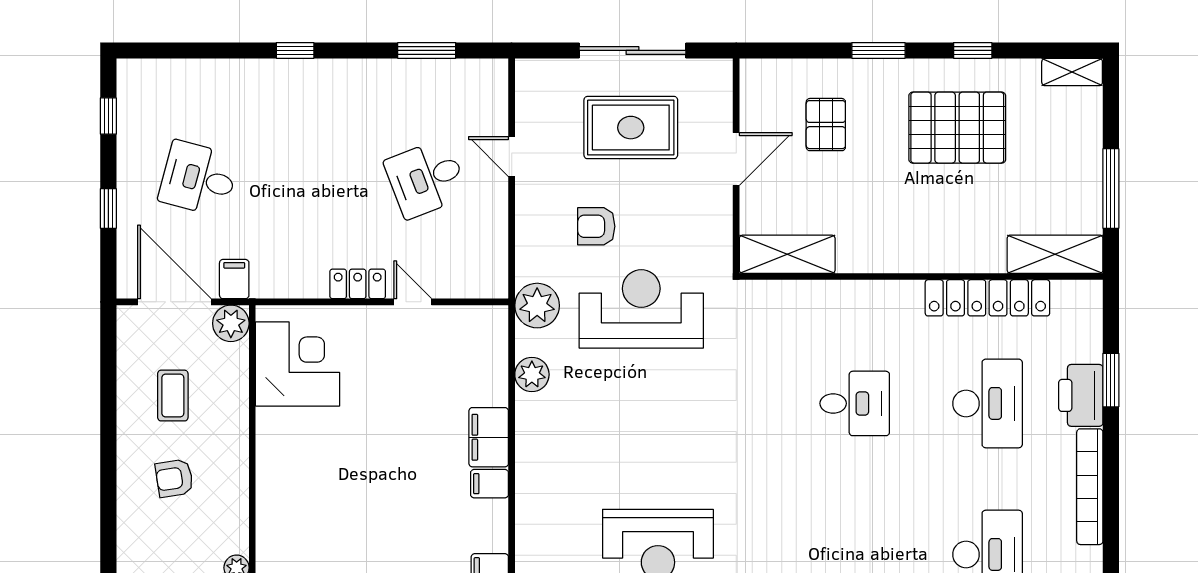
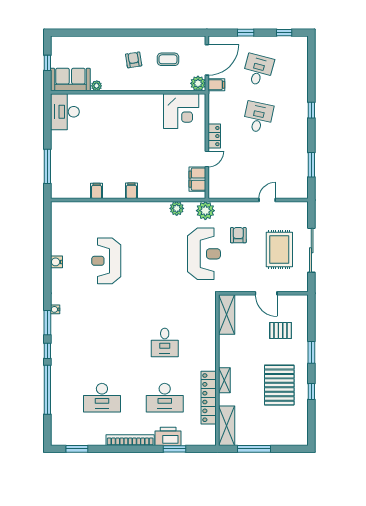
shelving: (1072, 72) -> (224, 380), moved
desk: (426, 179) -> (258, 117), moved, turned 33
filing cabinet: (489, 437) -> (197, 179), moved, turned -90

